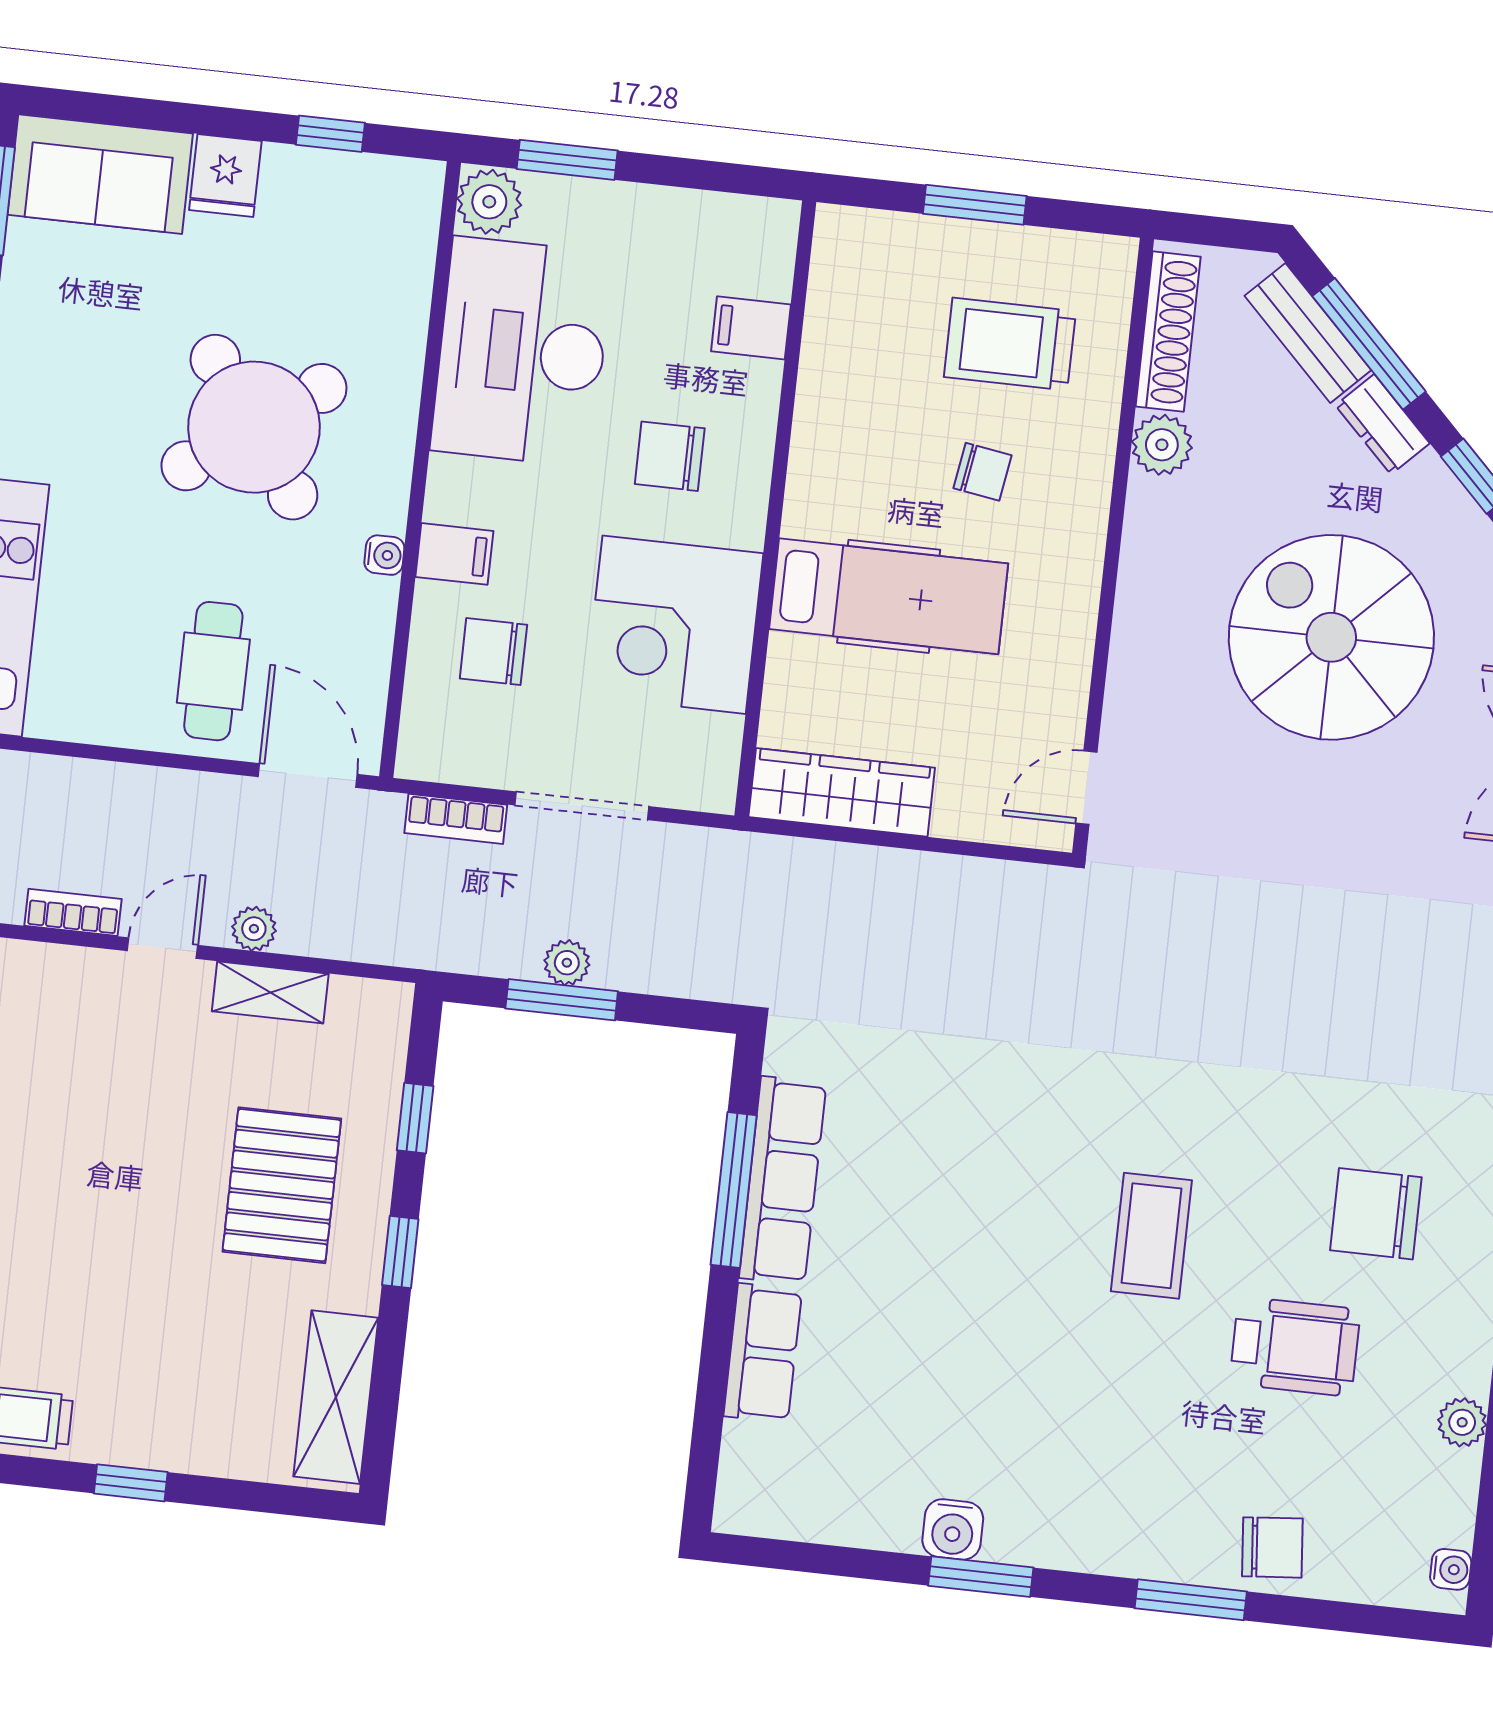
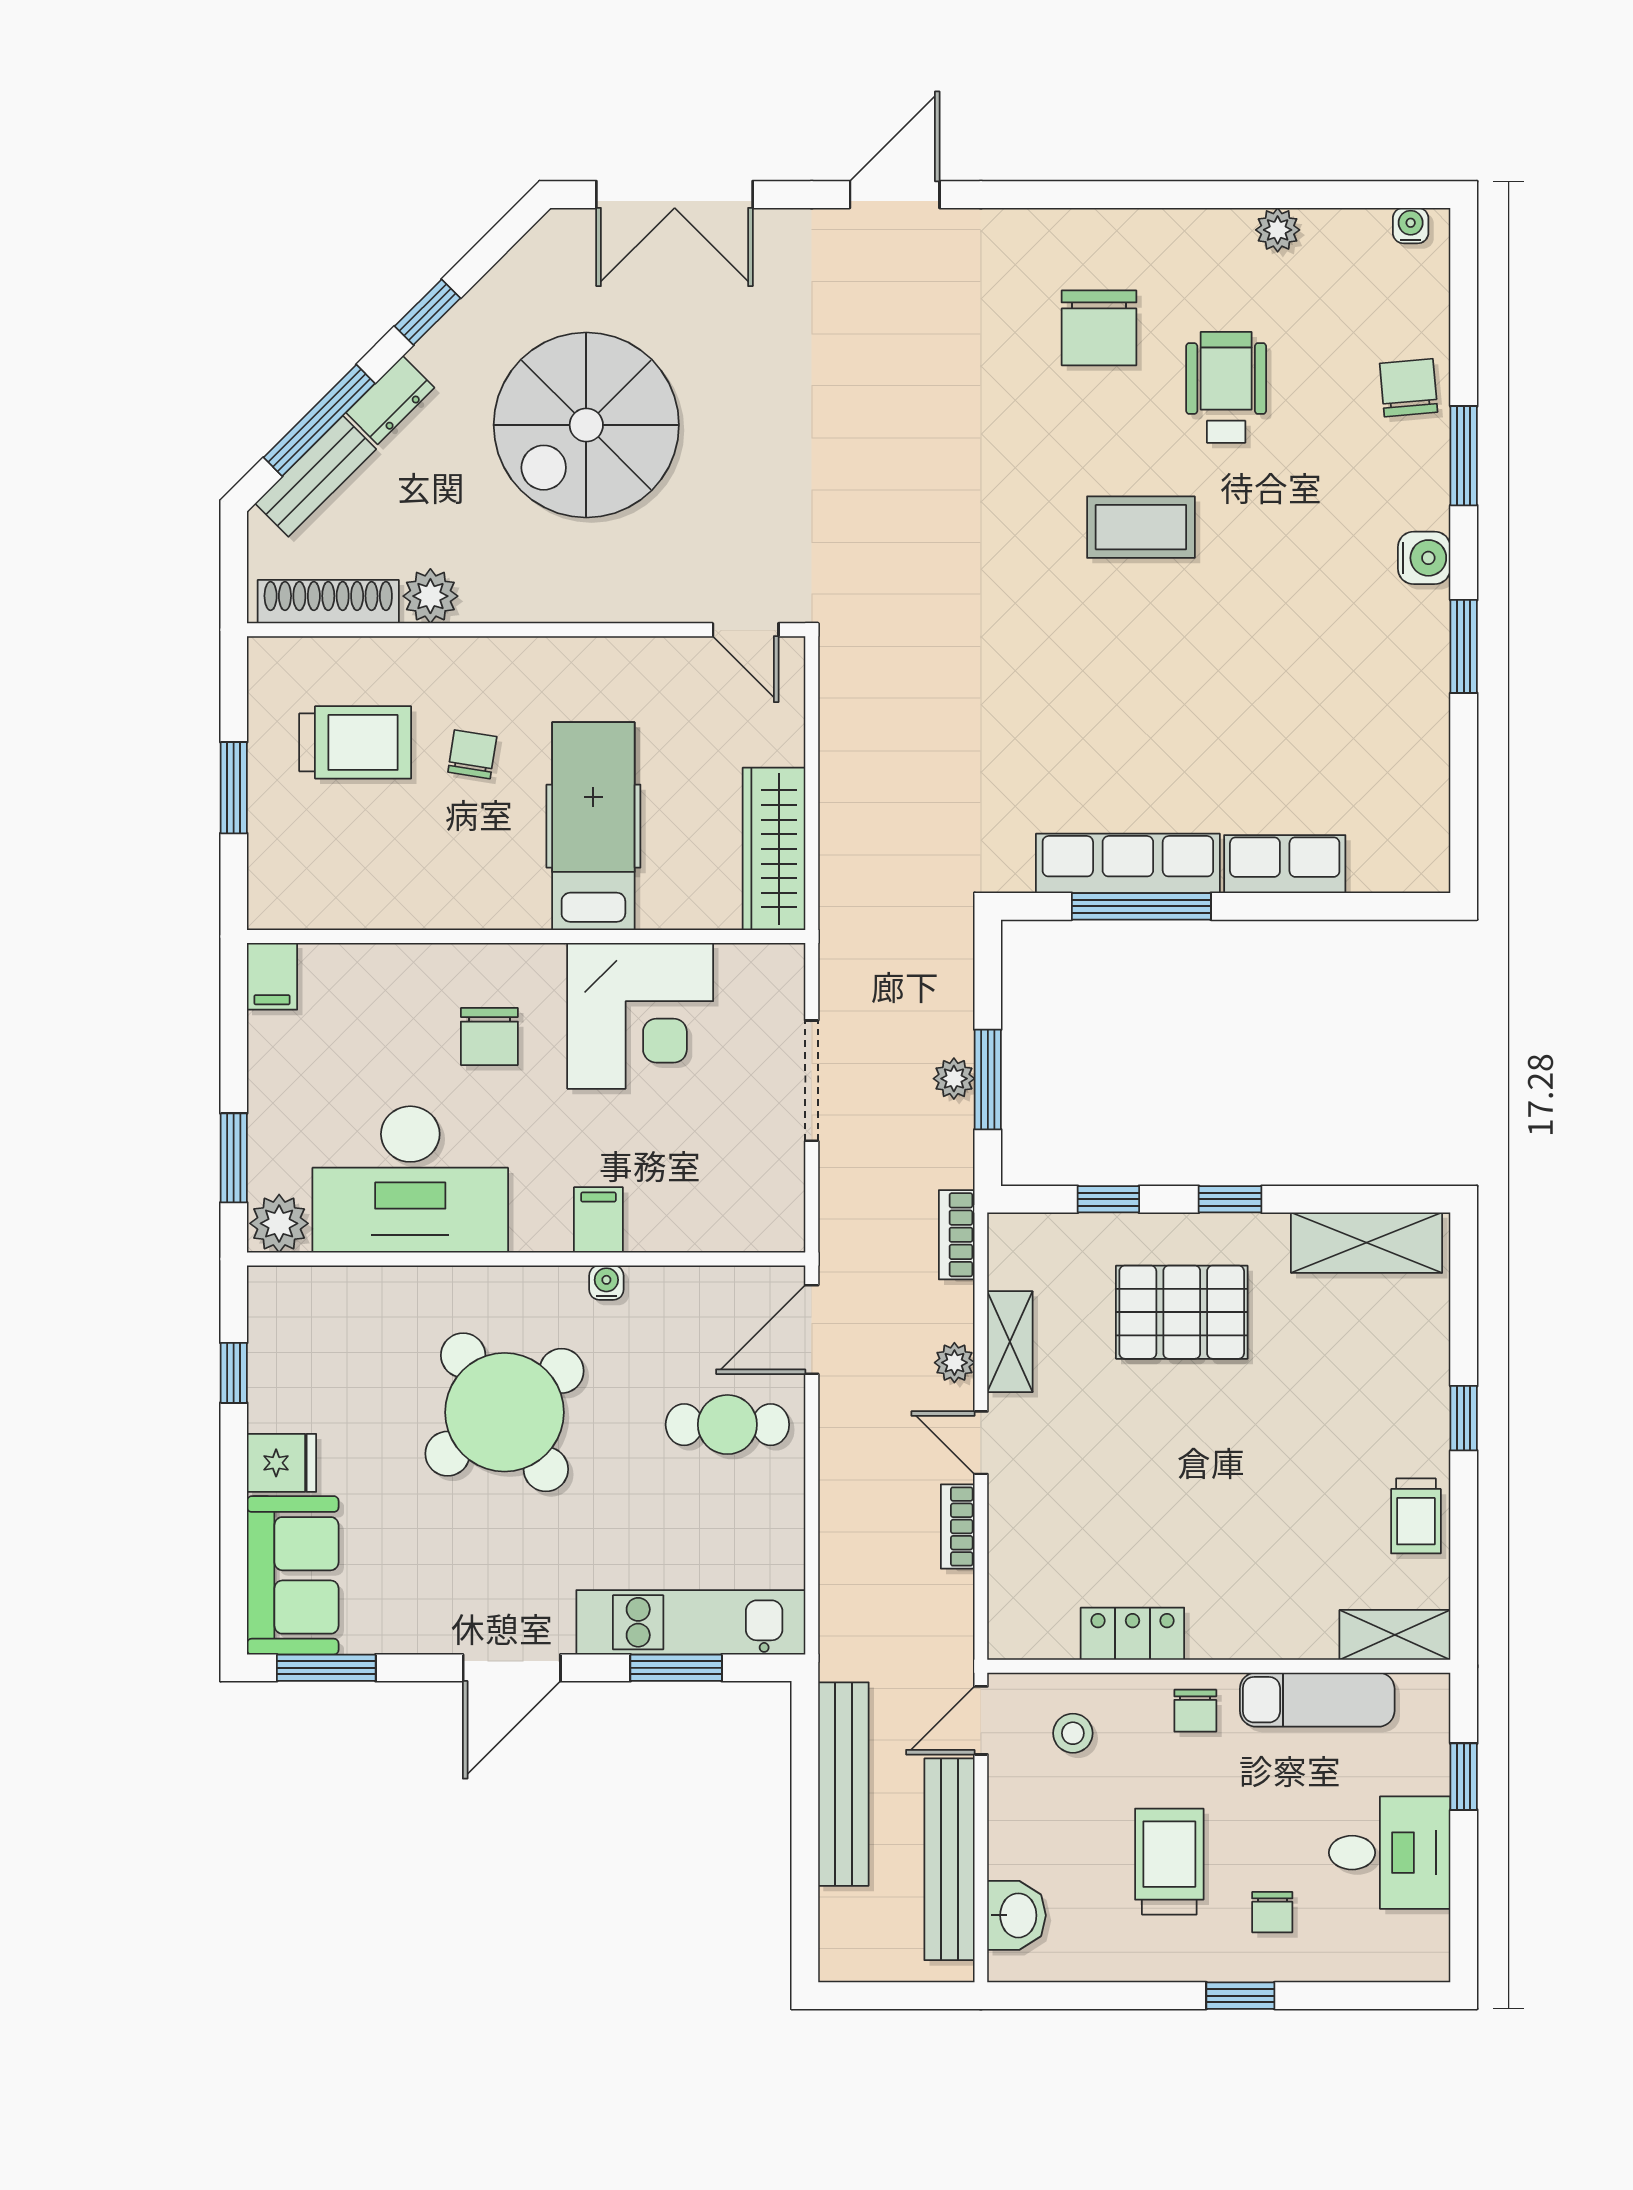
filing cabinet: (751, 328) -> (272, 976), moved
trolley: (1010, 344) -> (355, 742), turned -90
chair: (493, 652) -> (682, 1175), removed
bookcase: (456, 819) -> (957, 1235), moved, turned 180
water cooler: (953, 1529) -> (1424, 558), moved

